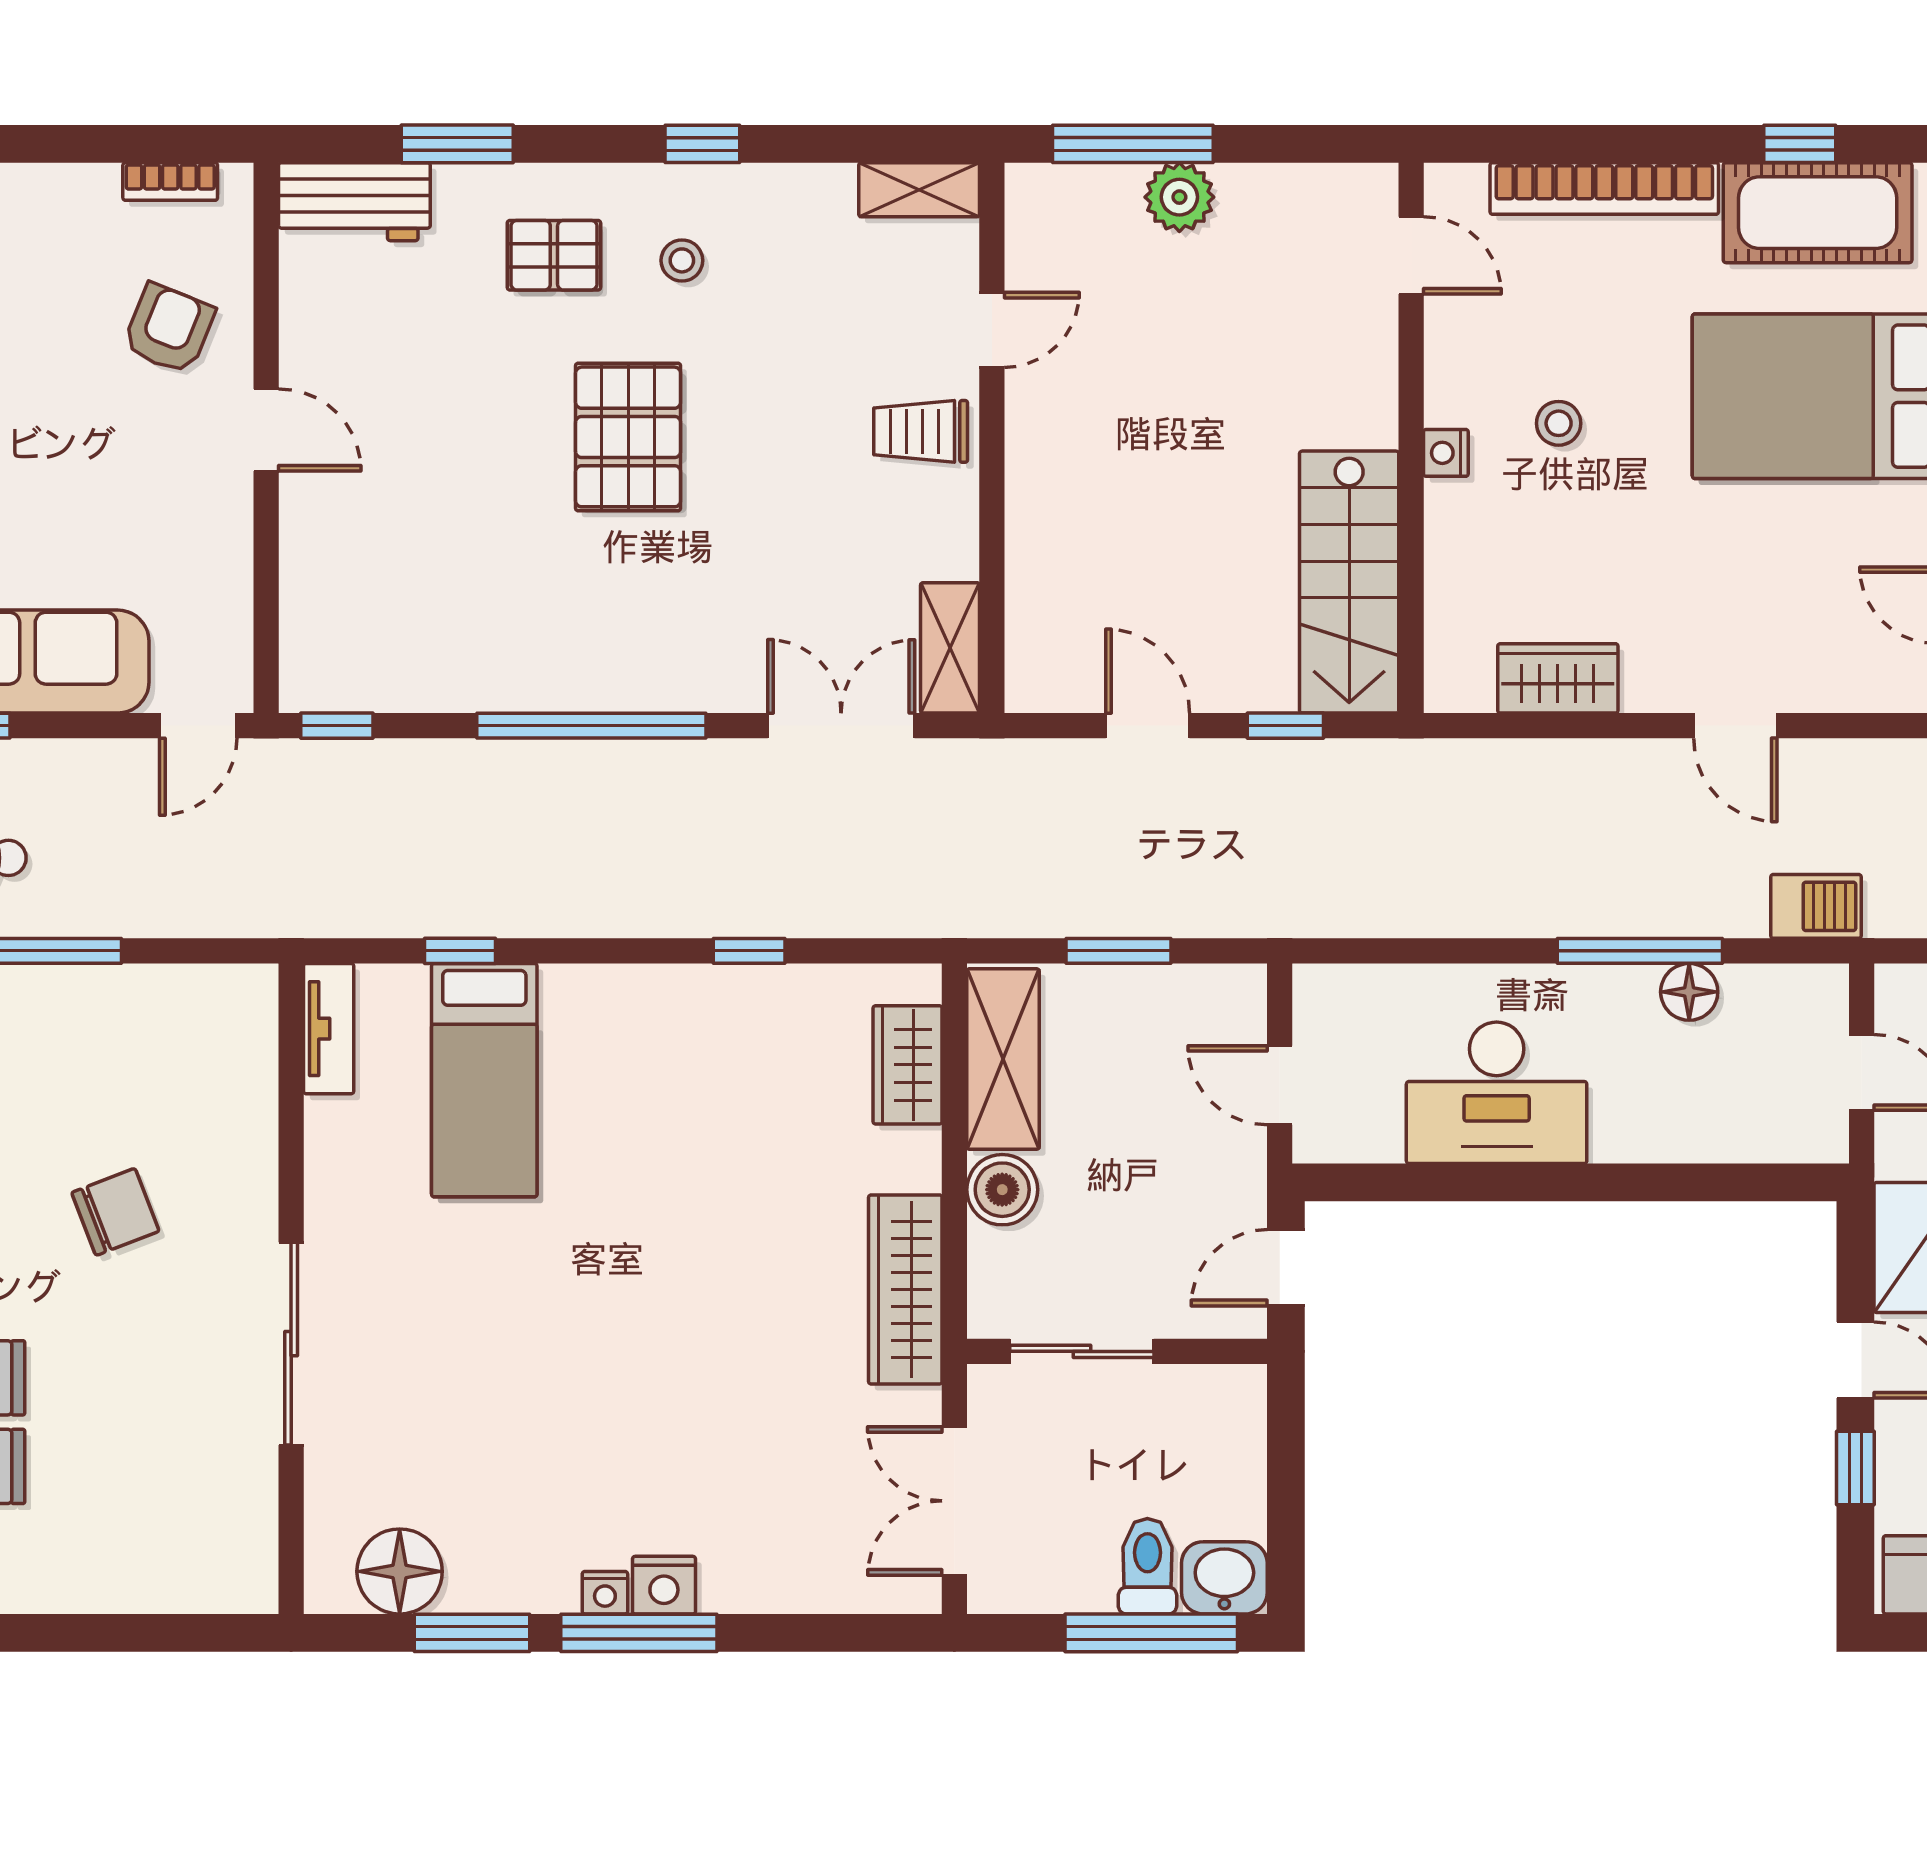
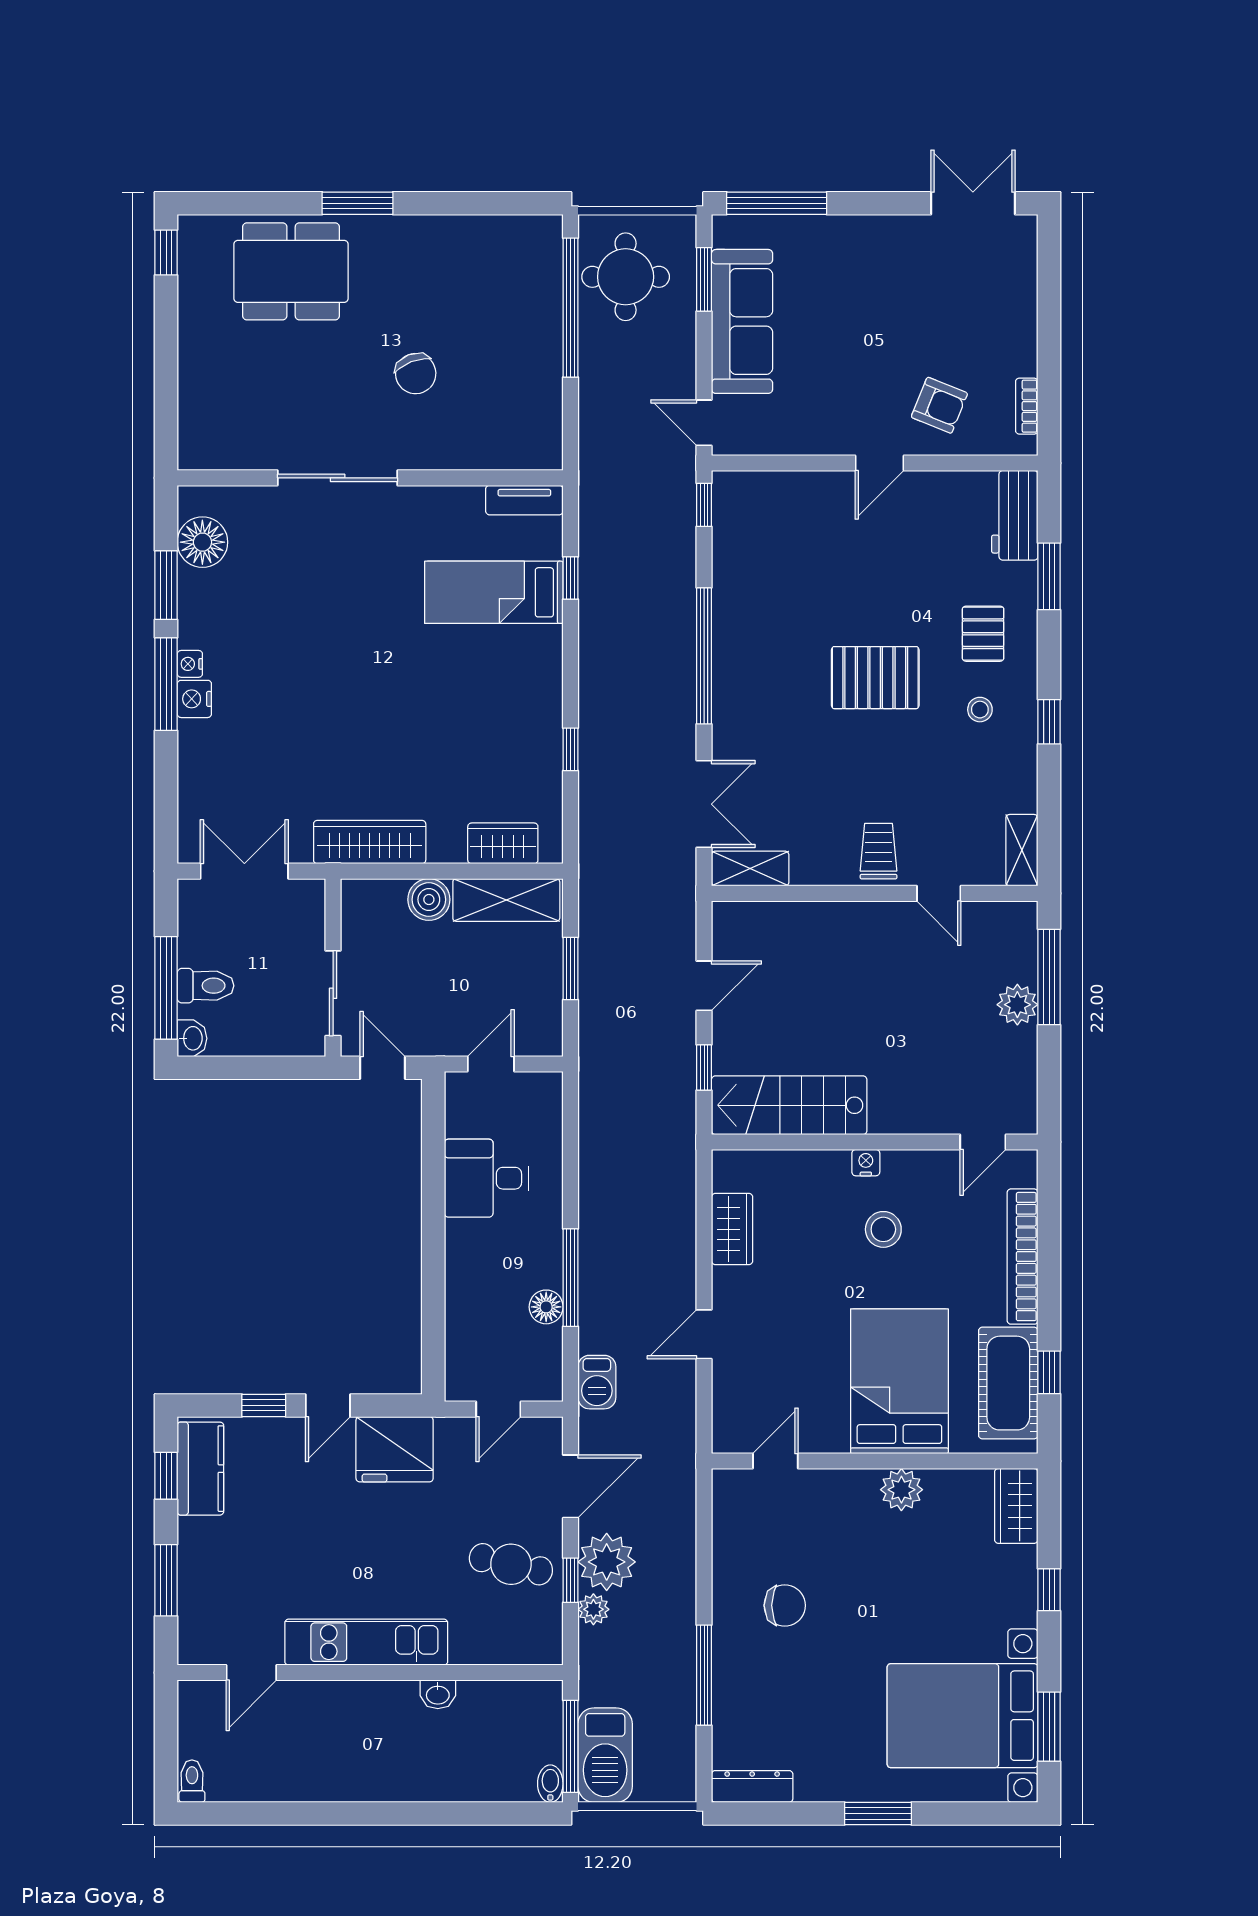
stool: (1559, 423) -> (883, 1229), width x1.37, depth x1.37
desk: (1497, 1093) -> (486, 1178), width x0.73
sliding door: (1082, 1351) -> (333, 993), moved
washbasin: (1224, 1578) -> (192, 1038), width x0.72, depth x0.69

